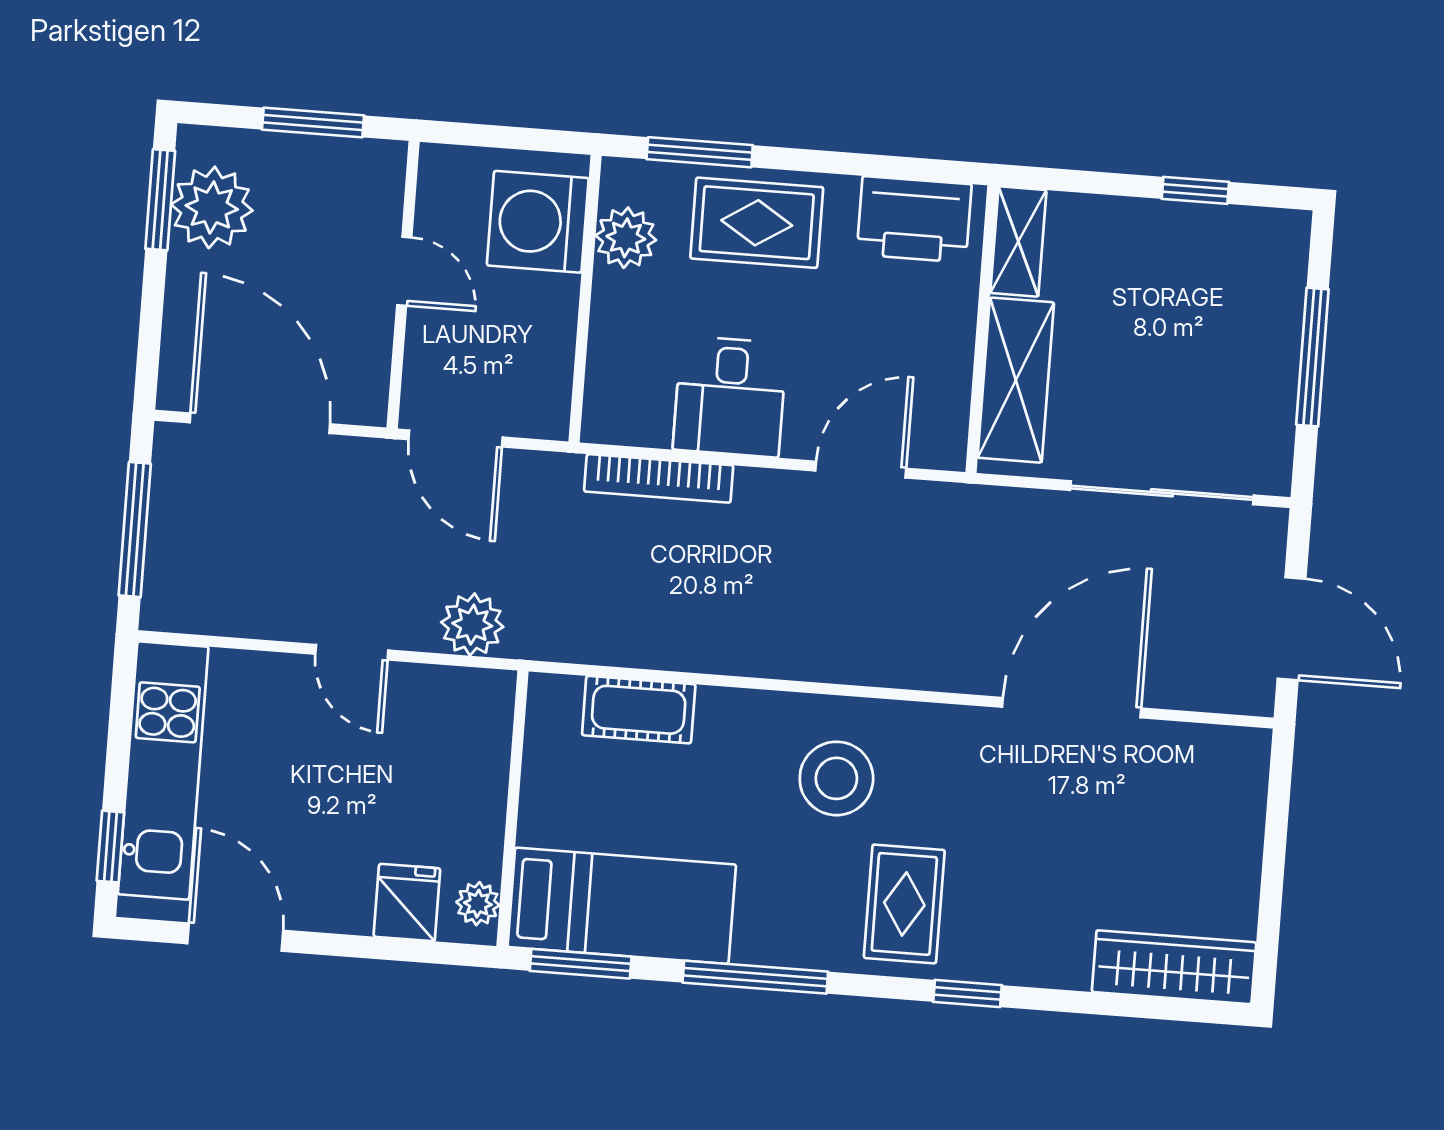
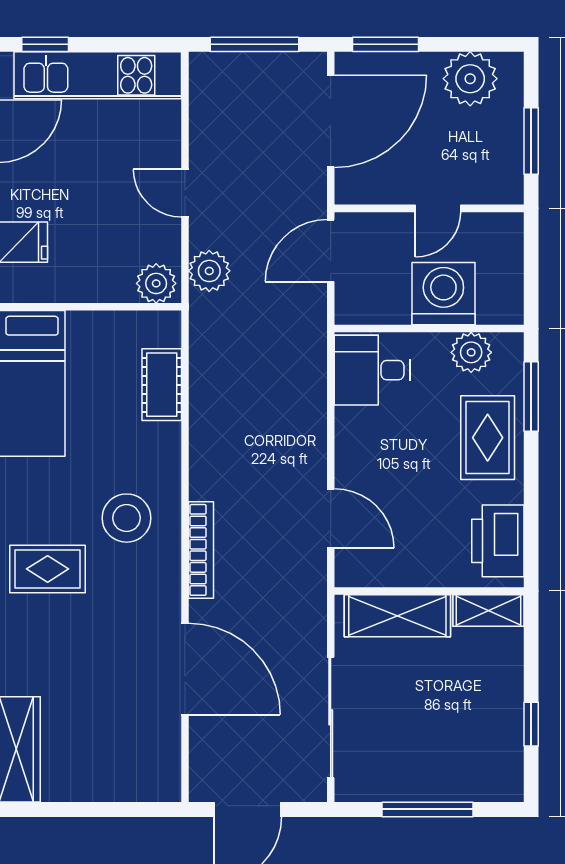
window: (160, 200) -> (386, 44), moved
washing machine: (538, 222) -> (443, 294), moved
desk: (730, 397) -> (372, 370), moved
bookcase: (659, 478) -> (201, 550), moved, turned 180
door: (352, 652) -> (185, 193), hinge flipped
plant: (478, 904) -> (156, 283), moved, width x1.38, depth x1.38

